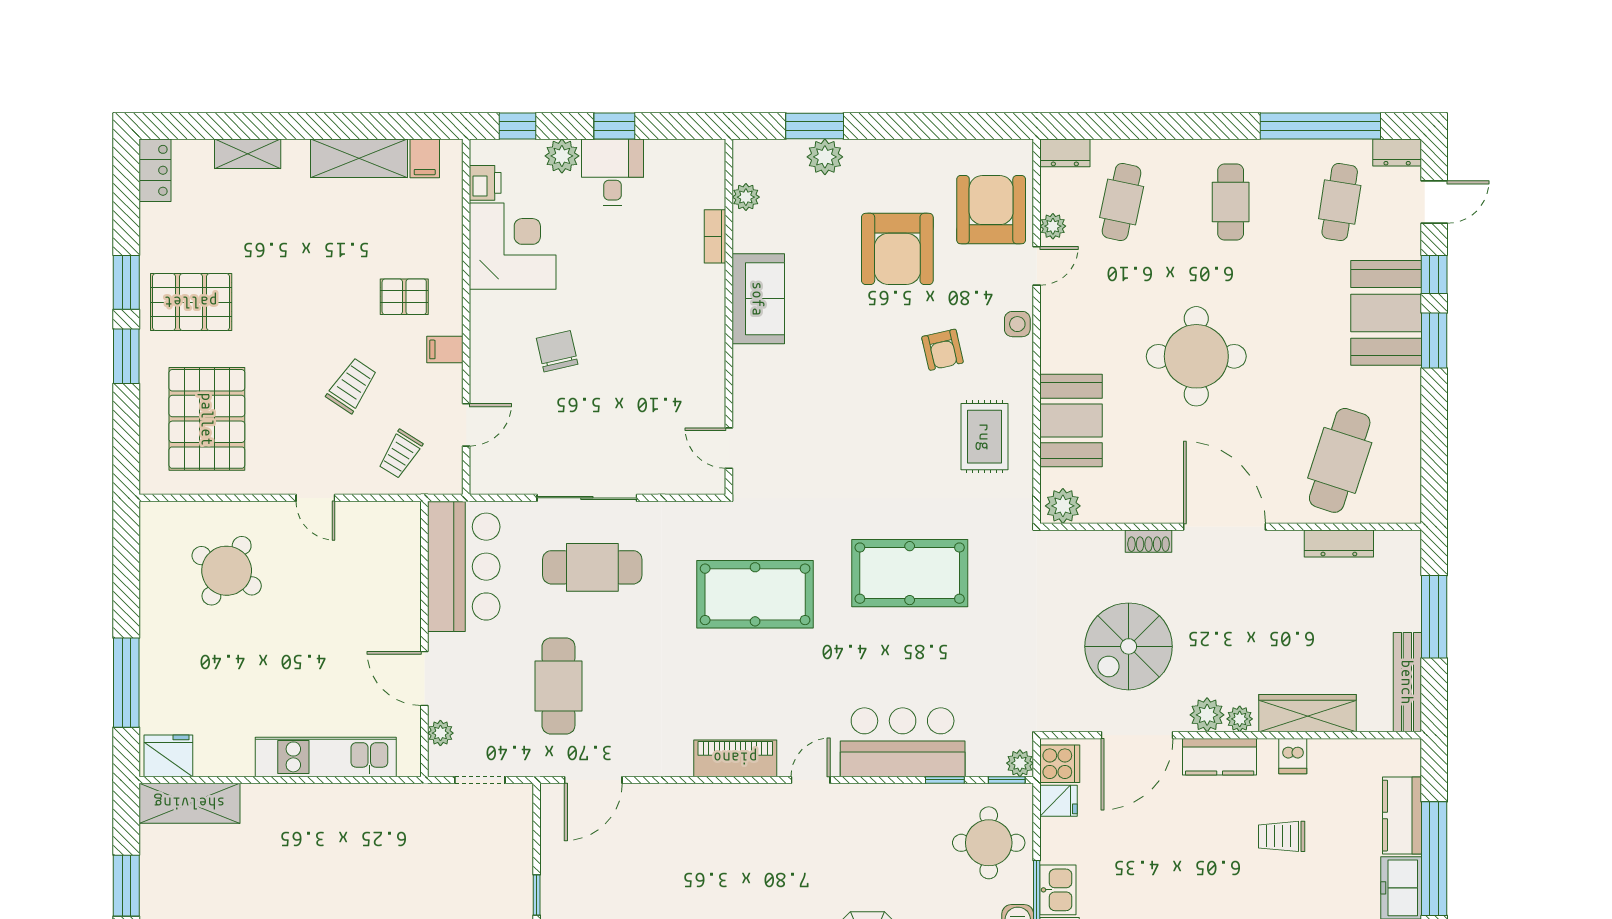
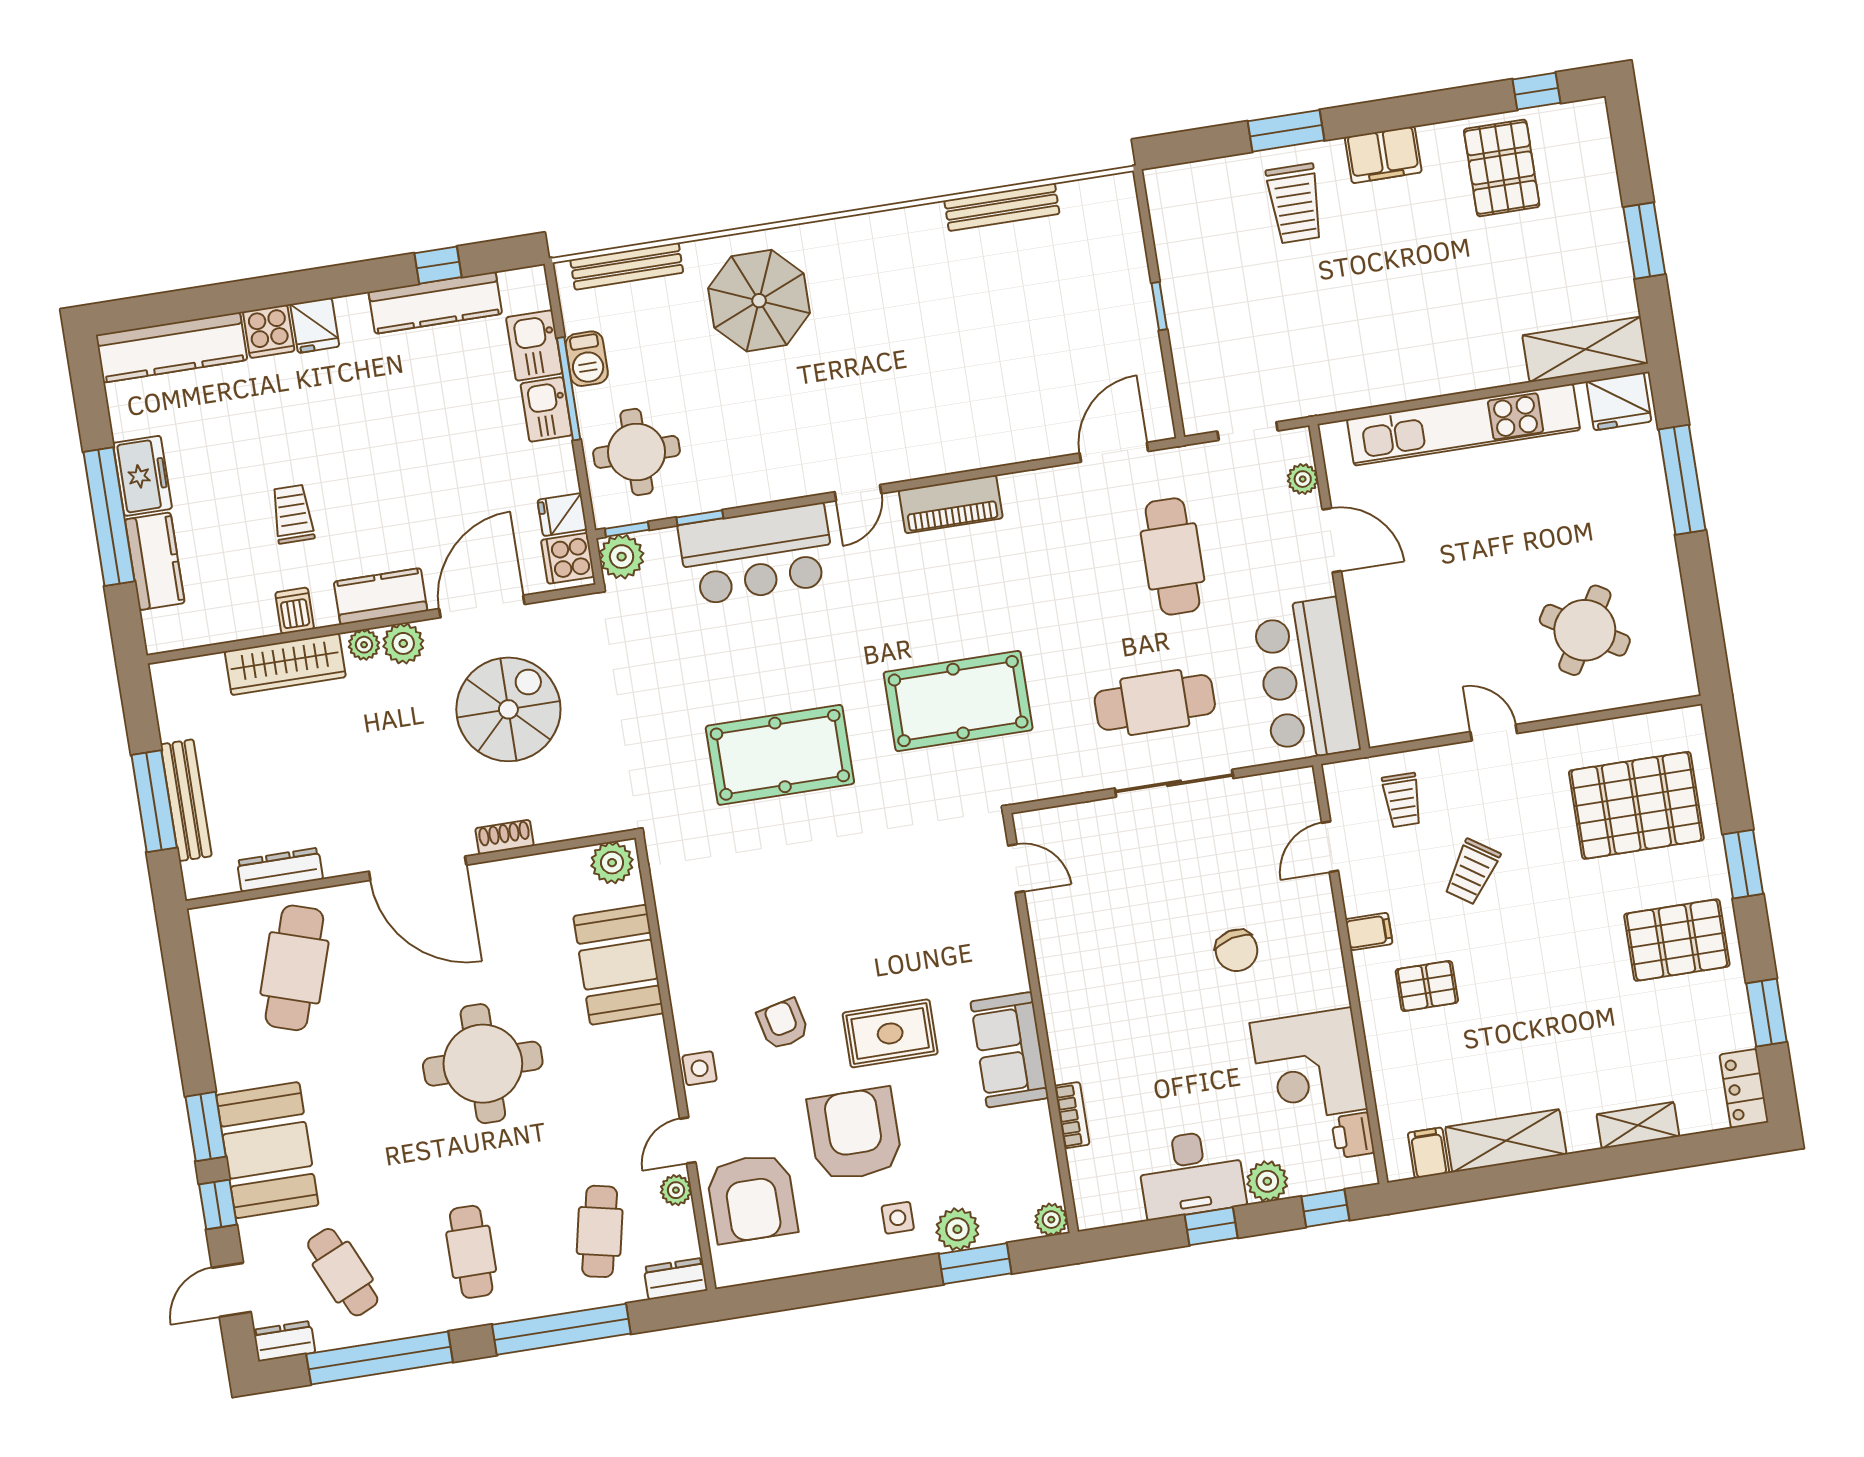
window: (1166, 126) -> (561, 1329), added
desk: (612, 172) -> (1191, 1174), width x1.37
side table: (873, 174) -> (898, 1218), added
plant: (746, 197) -> (1051, 1220), moved
cafe table: (1340, 202) -> (343, 1272), turned -33
window: (126, 282) -> (1767, 1013), moved
pallet: (207, 419) -> (1636, 805), turned 90
rug: (985, 437) -> (890, 1033), moved, turned 90
trolley: (400, 454) -> (1402, 800), turned 148
bench: (1407, 682) -> (186, 800), moved
kitchen unit: (326, 757) -> (1464, 425), width x1.36
plant: (1020, 763) -> (622, 557), width x1.38, depth x1.38
trolley: (1282, 836) -> (293, 514), turned -90

